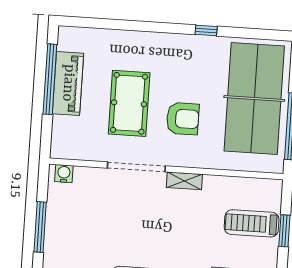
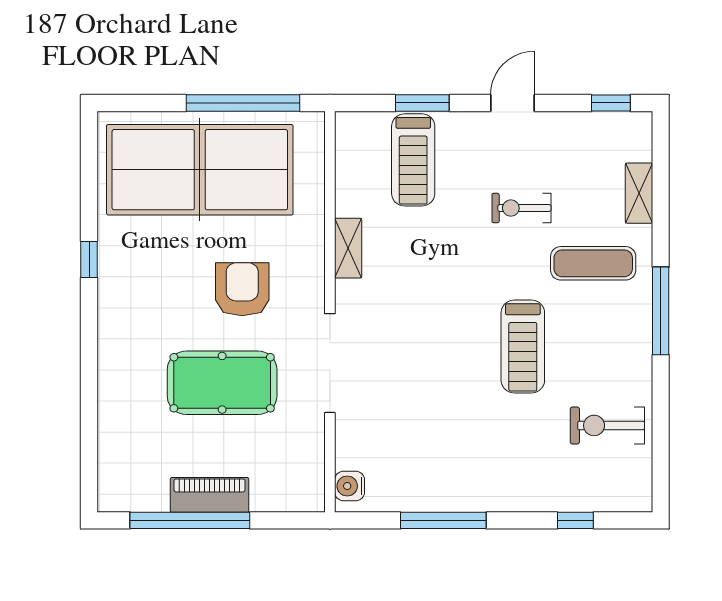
piano: (68, 83) -> (210, 495), width x0.73, depth x0.75
shelving: (184, 181) -> (348, 248), moved

